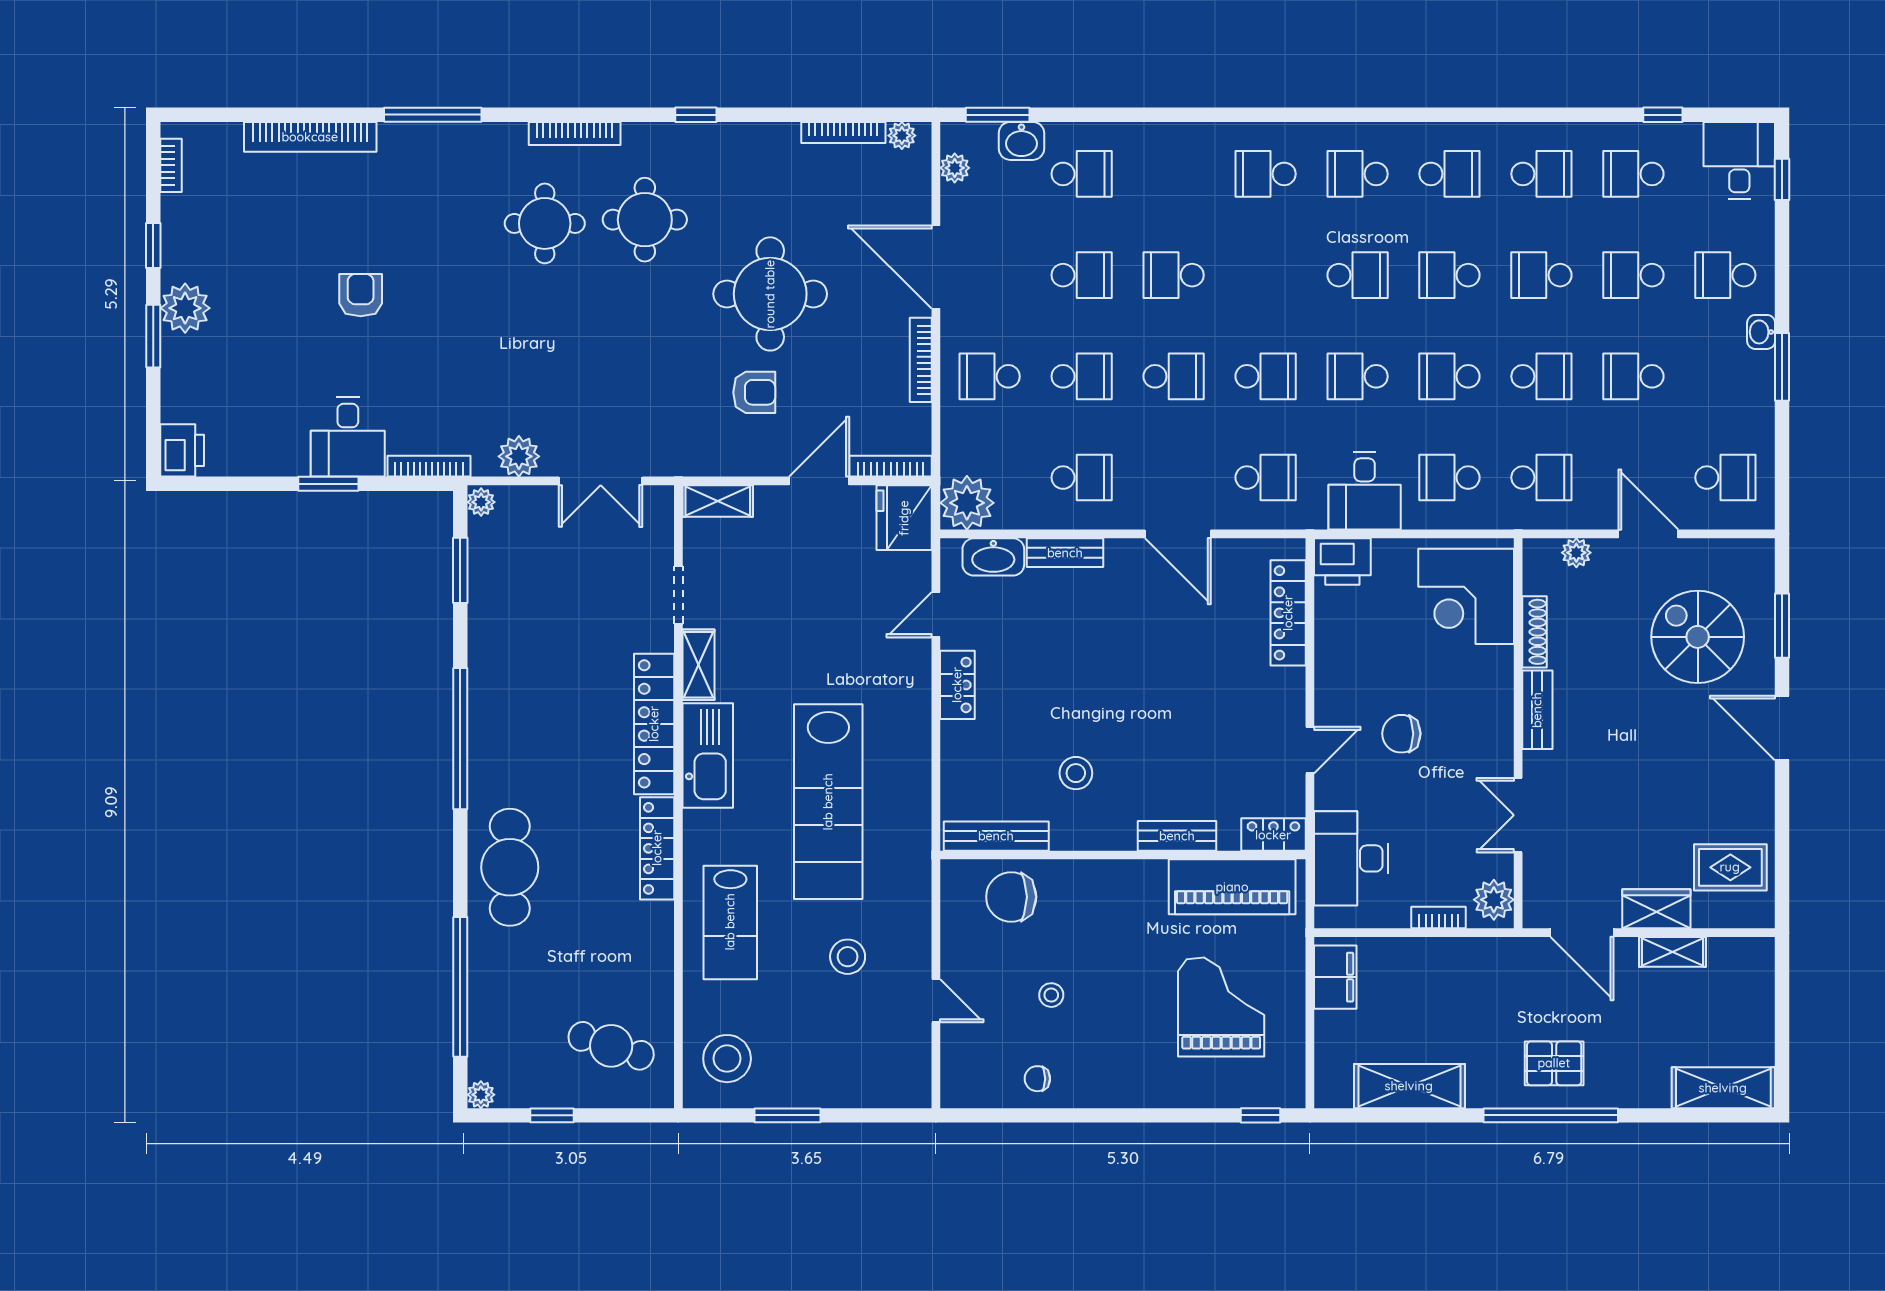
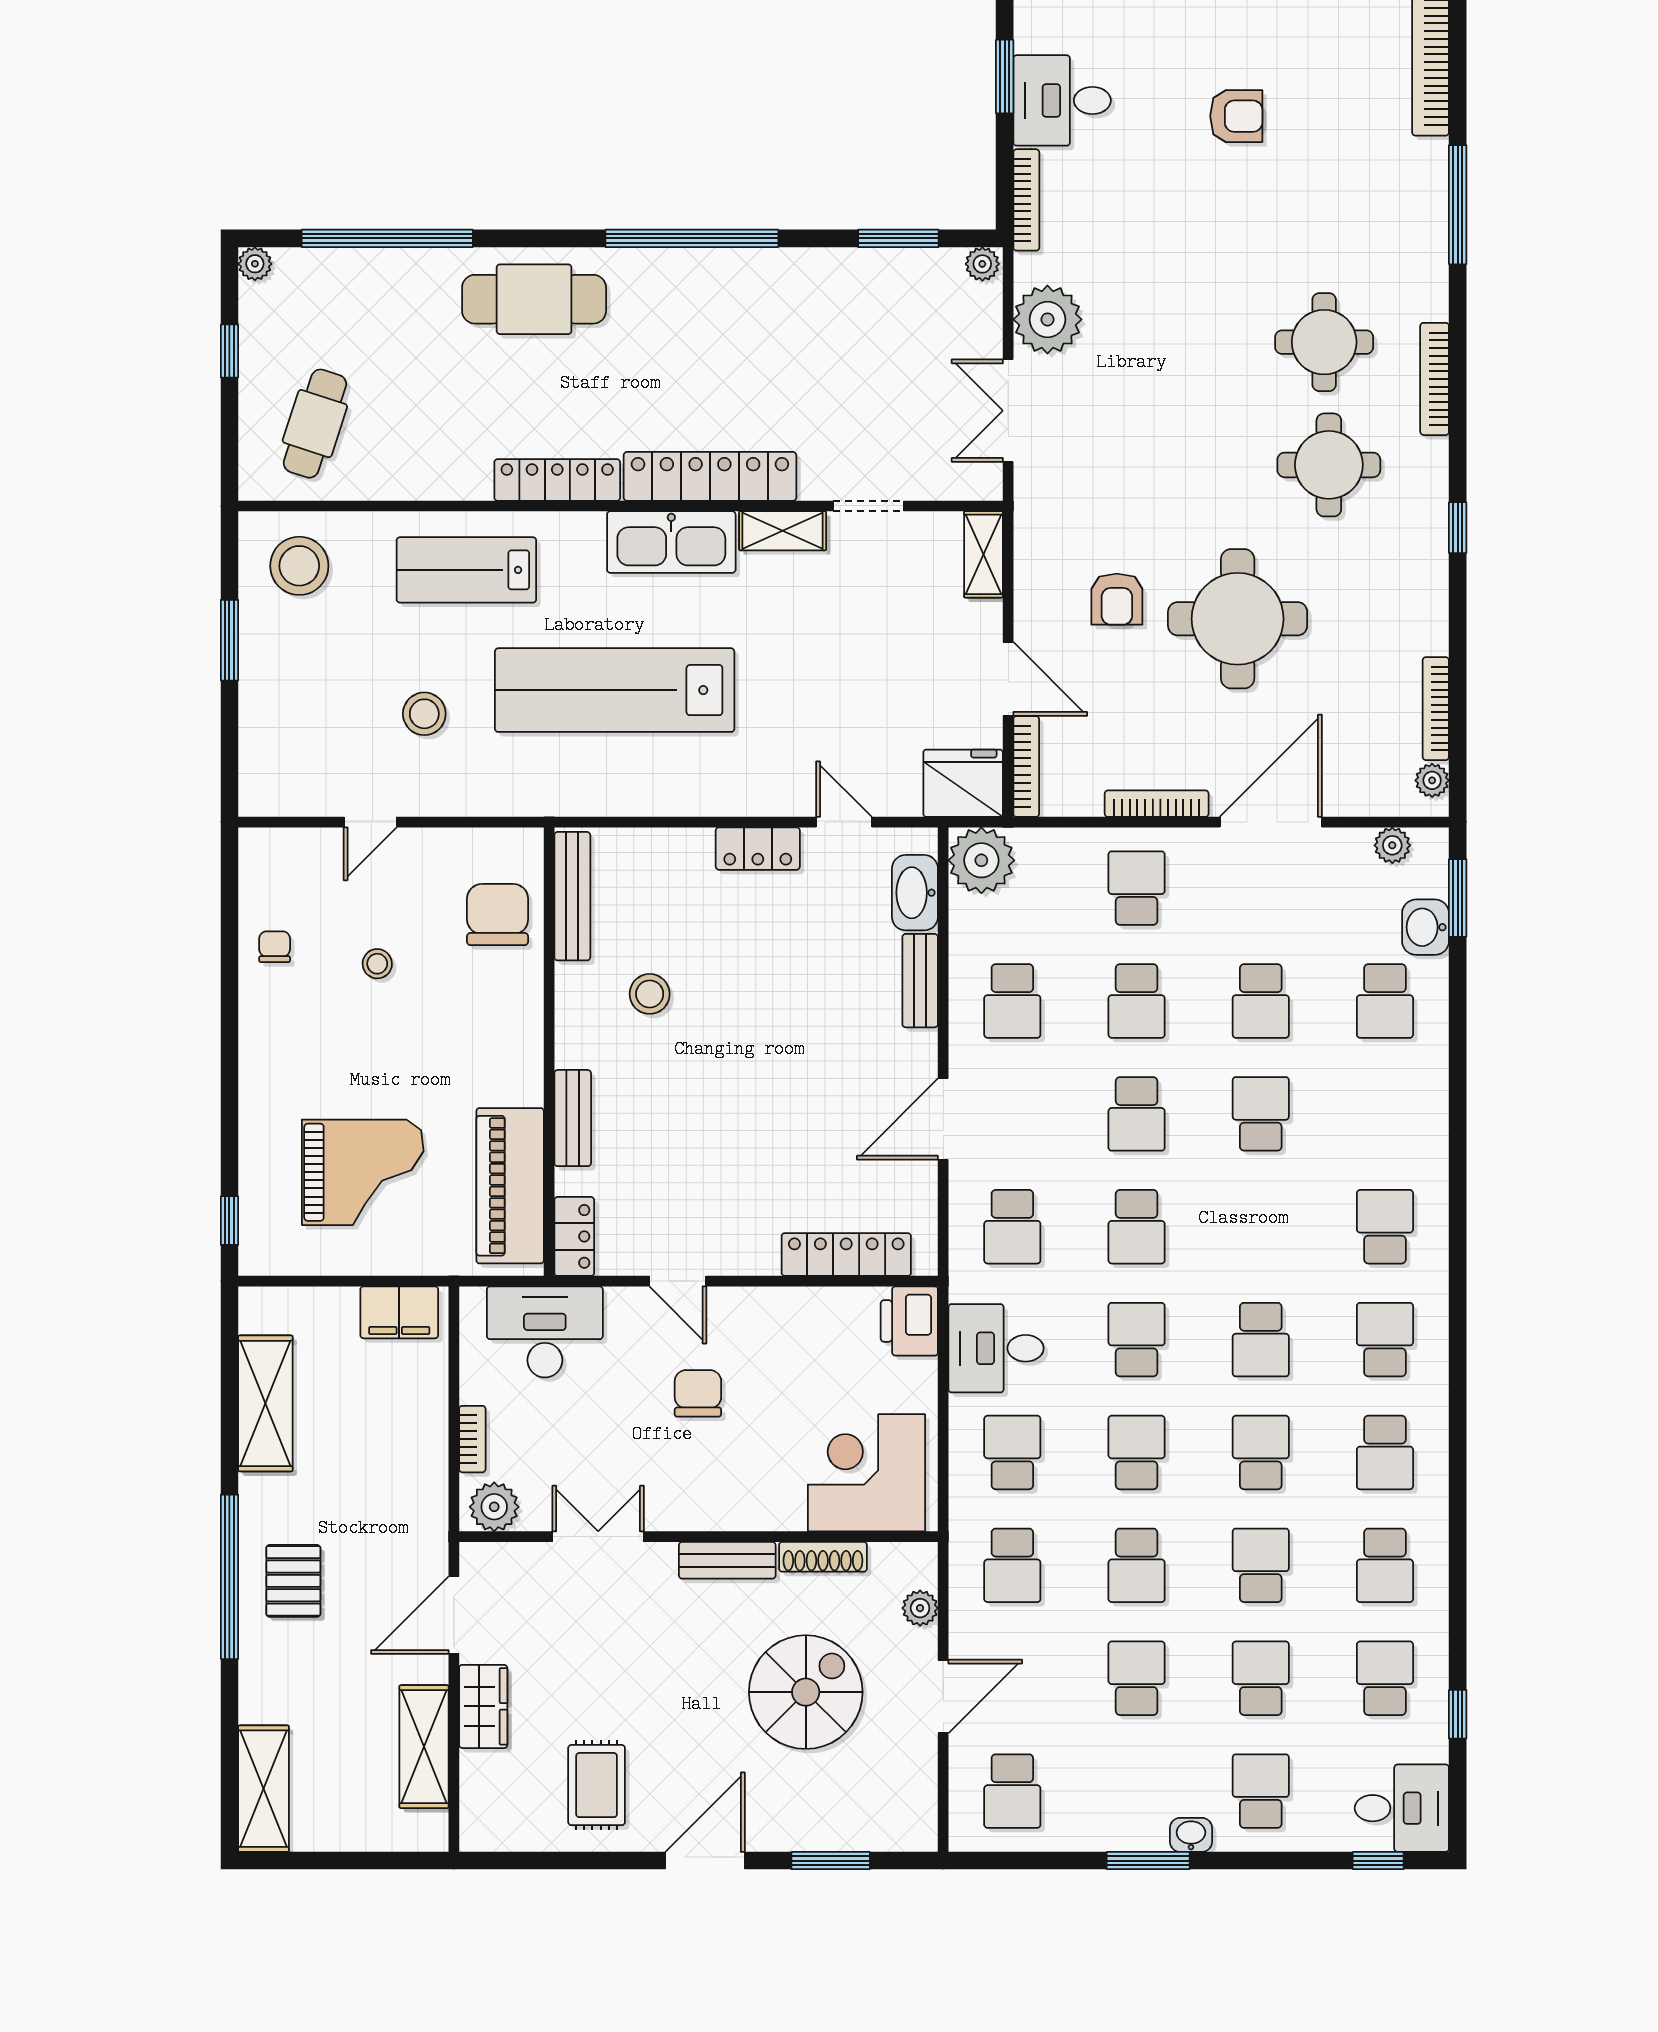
plant: (519, 456) -> (1047, 319), width x1.36, depth x1.36
spiral stairs: (1698, 637) -> (806, 1692), moved
rug: (1730, 867) -> (597, 1785), moved
shelving: (1672, 952) -> (424, 1747), width x1.50, depth x1.33

